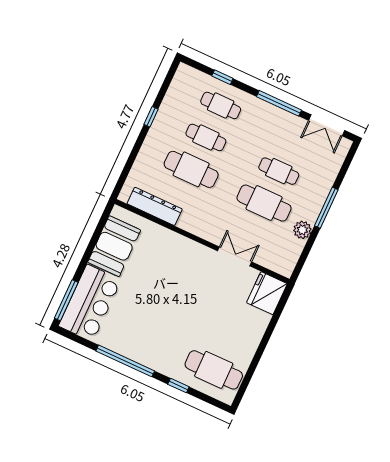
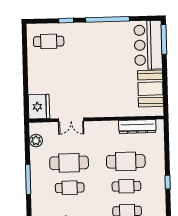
plant: (302, 230) -> (36, 141), moved
cafe table: (214, 370) -> (49, 41), width x0.73, depth x0.74

